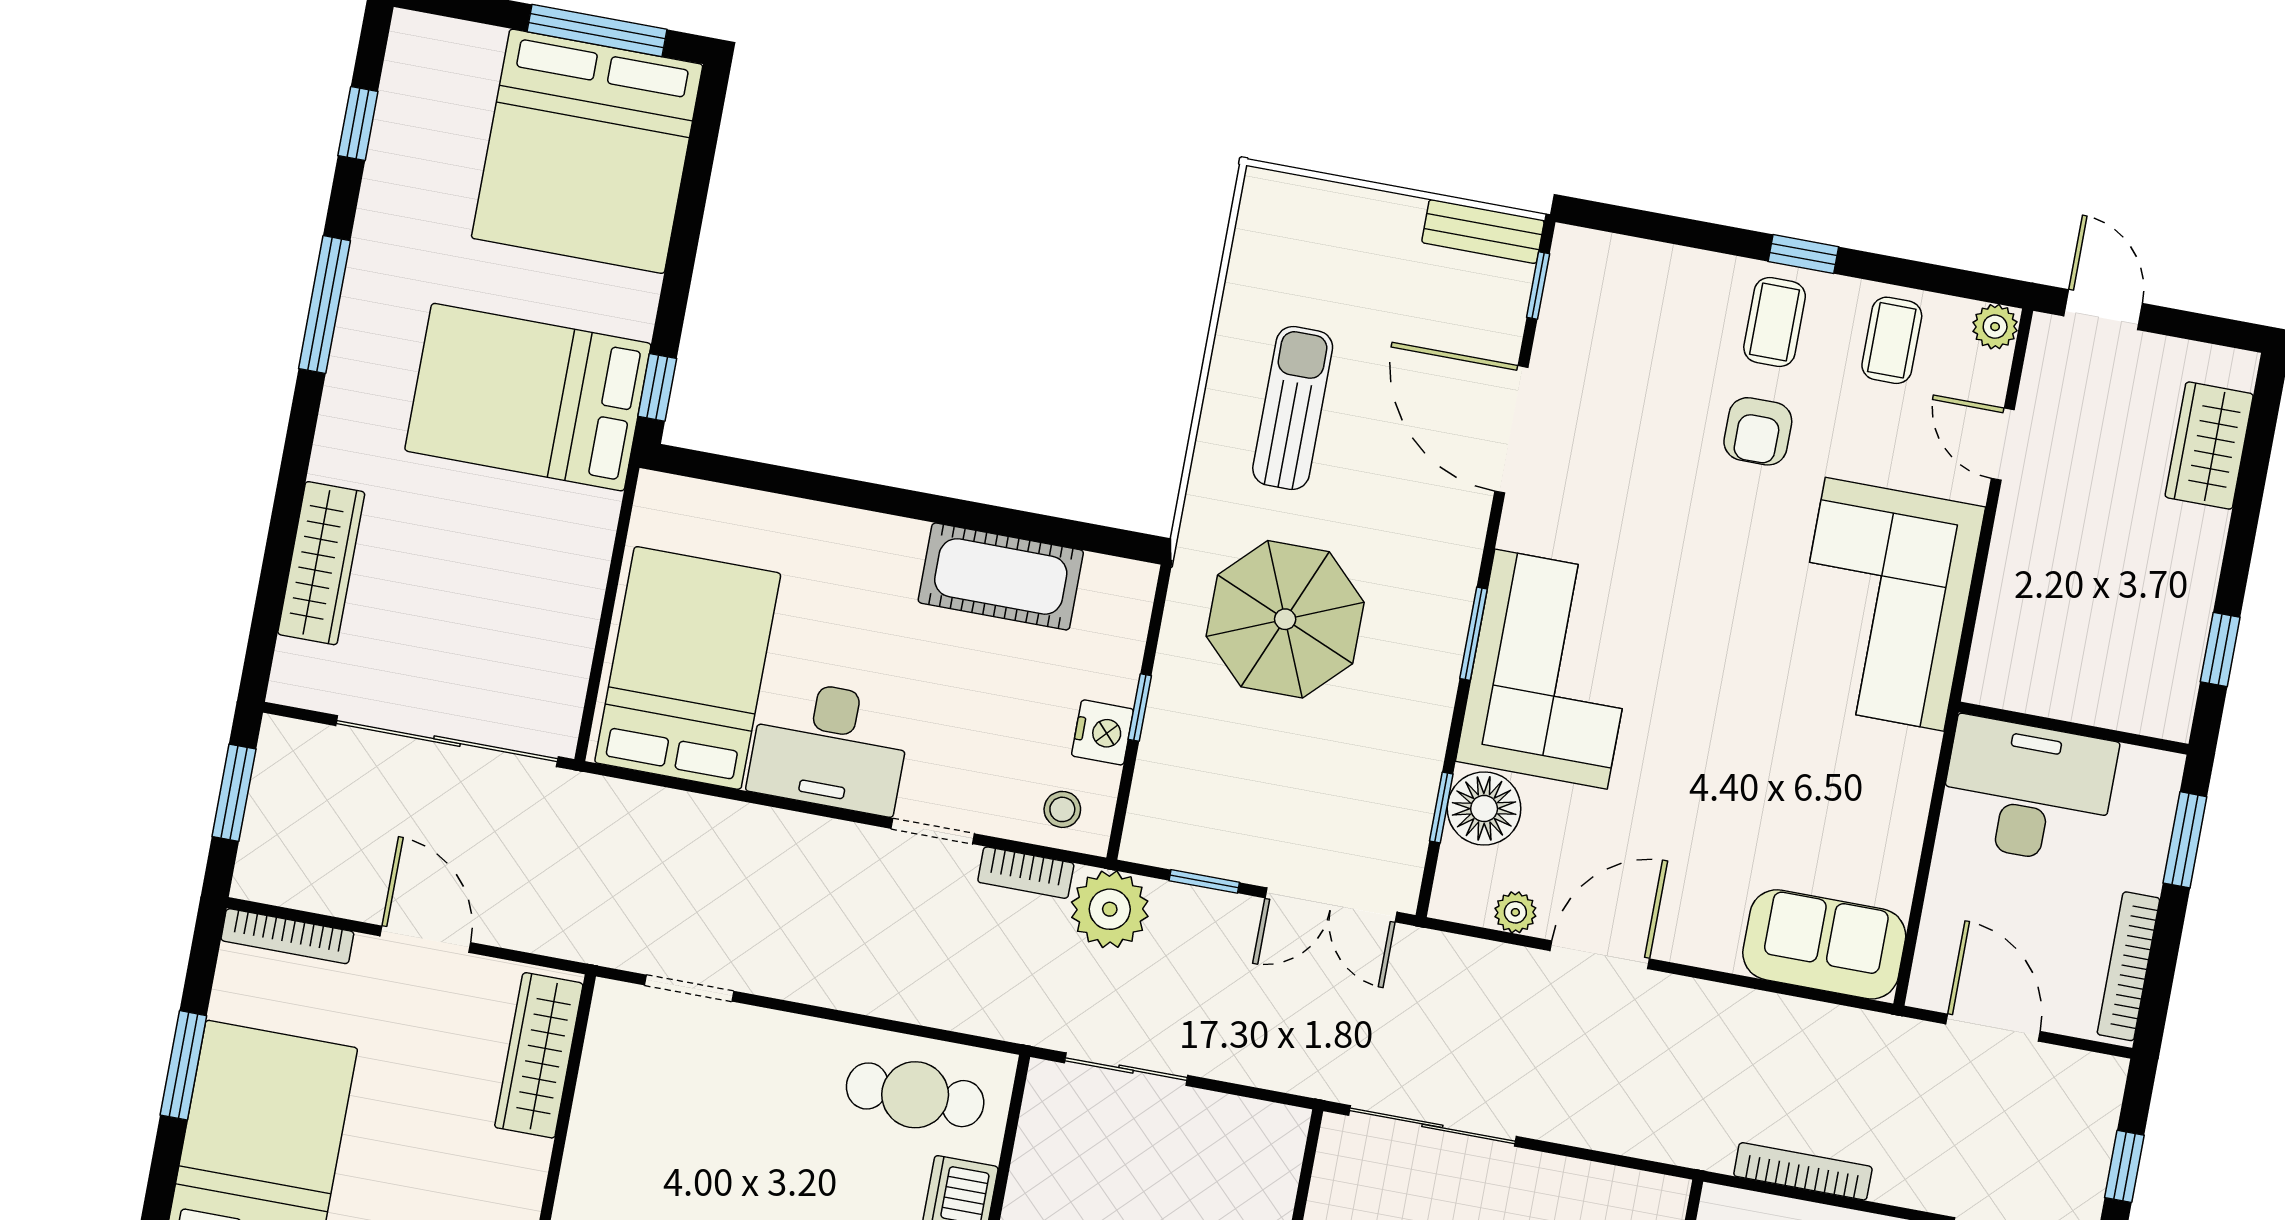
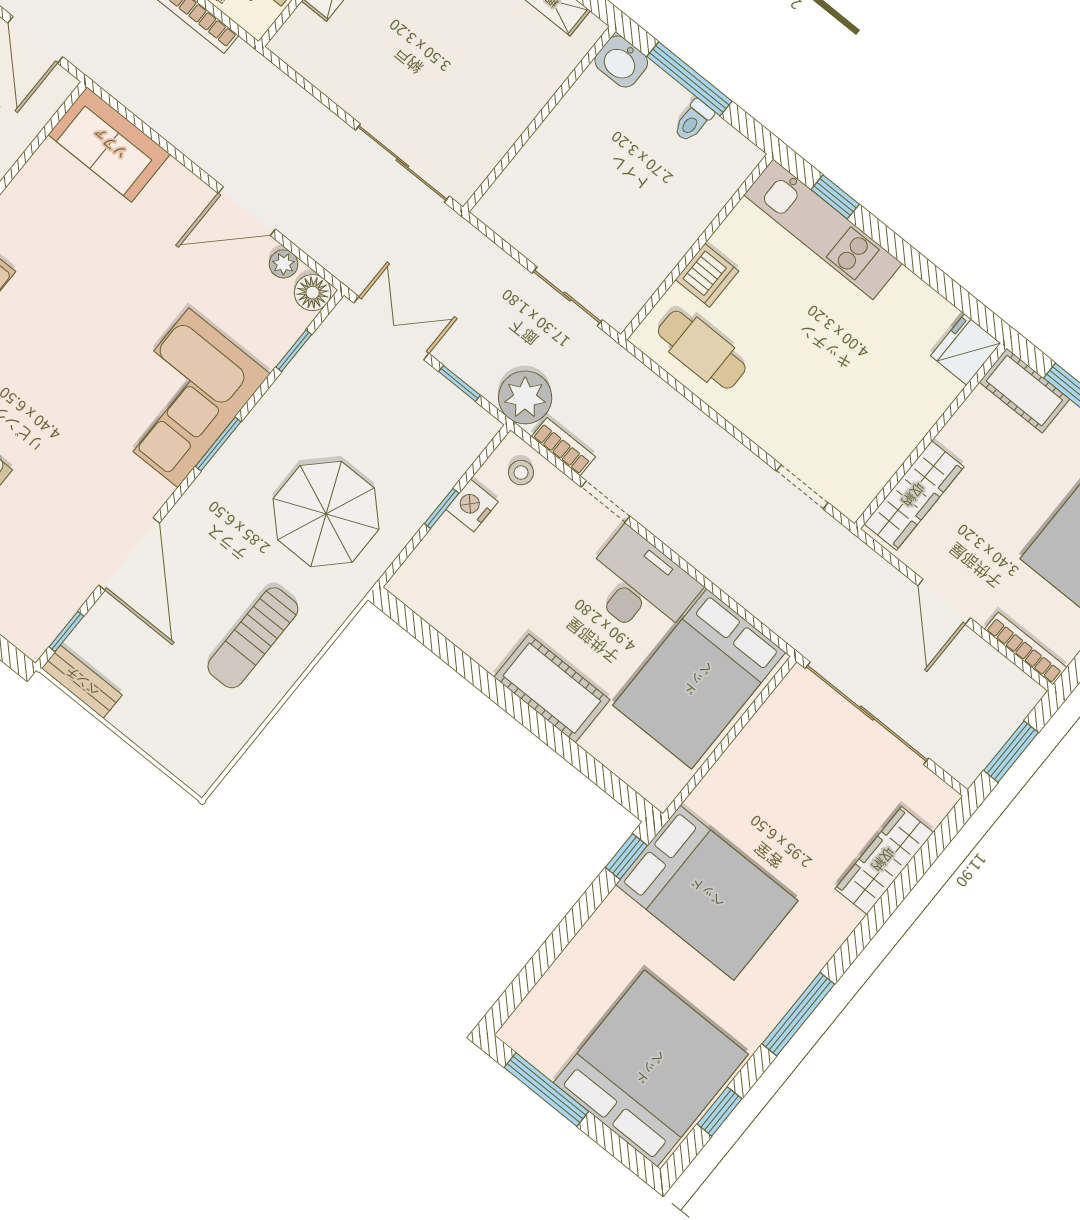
bed: (587, 151) -> (651, 1068), moved
cot: (1001, 576) -> (552, 688), moved
floor lamp: (1484, 808) -> (313, 293), moved, width x0.73, depth x0.73

